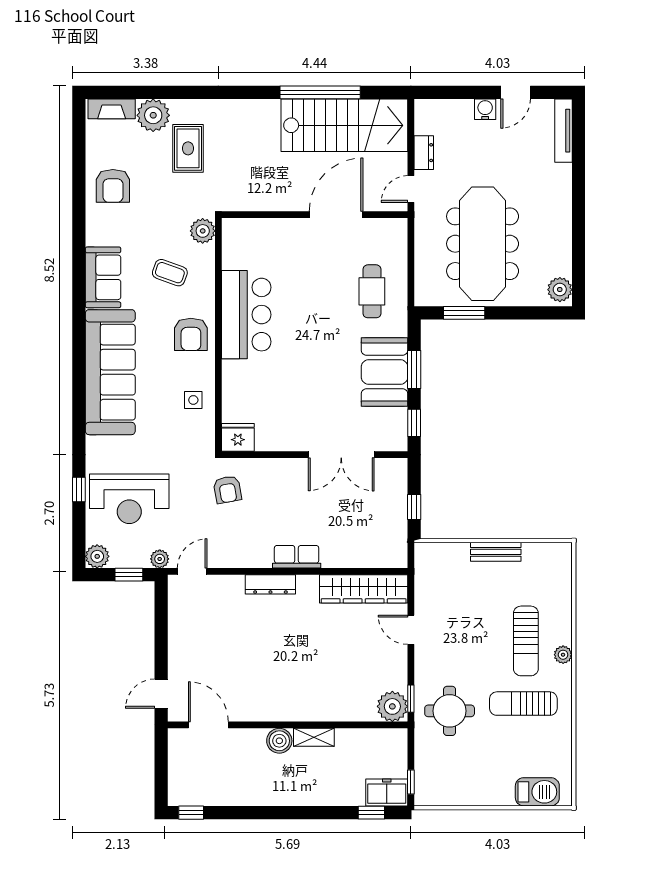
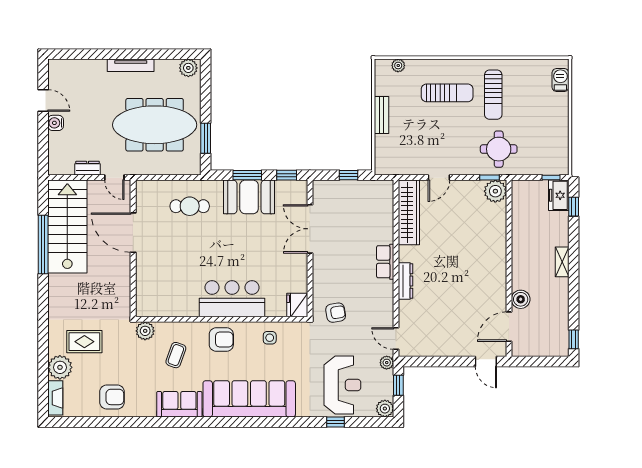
tv unit: (563, 131) -> (131, 65), moved
bar counter: (246, 315) -> (232, 299), moved
double door: (341, 455) -> (310, 229), swing flipped
plant: (563, 655) -> (398, 65), moved
shelving: (314, 737) -> (562, 262), moved
boiler: (279, 741) -> (521, 299), moved
barbecue: (537, 792) -> (560, 80), width x0.73, depth x0.79

